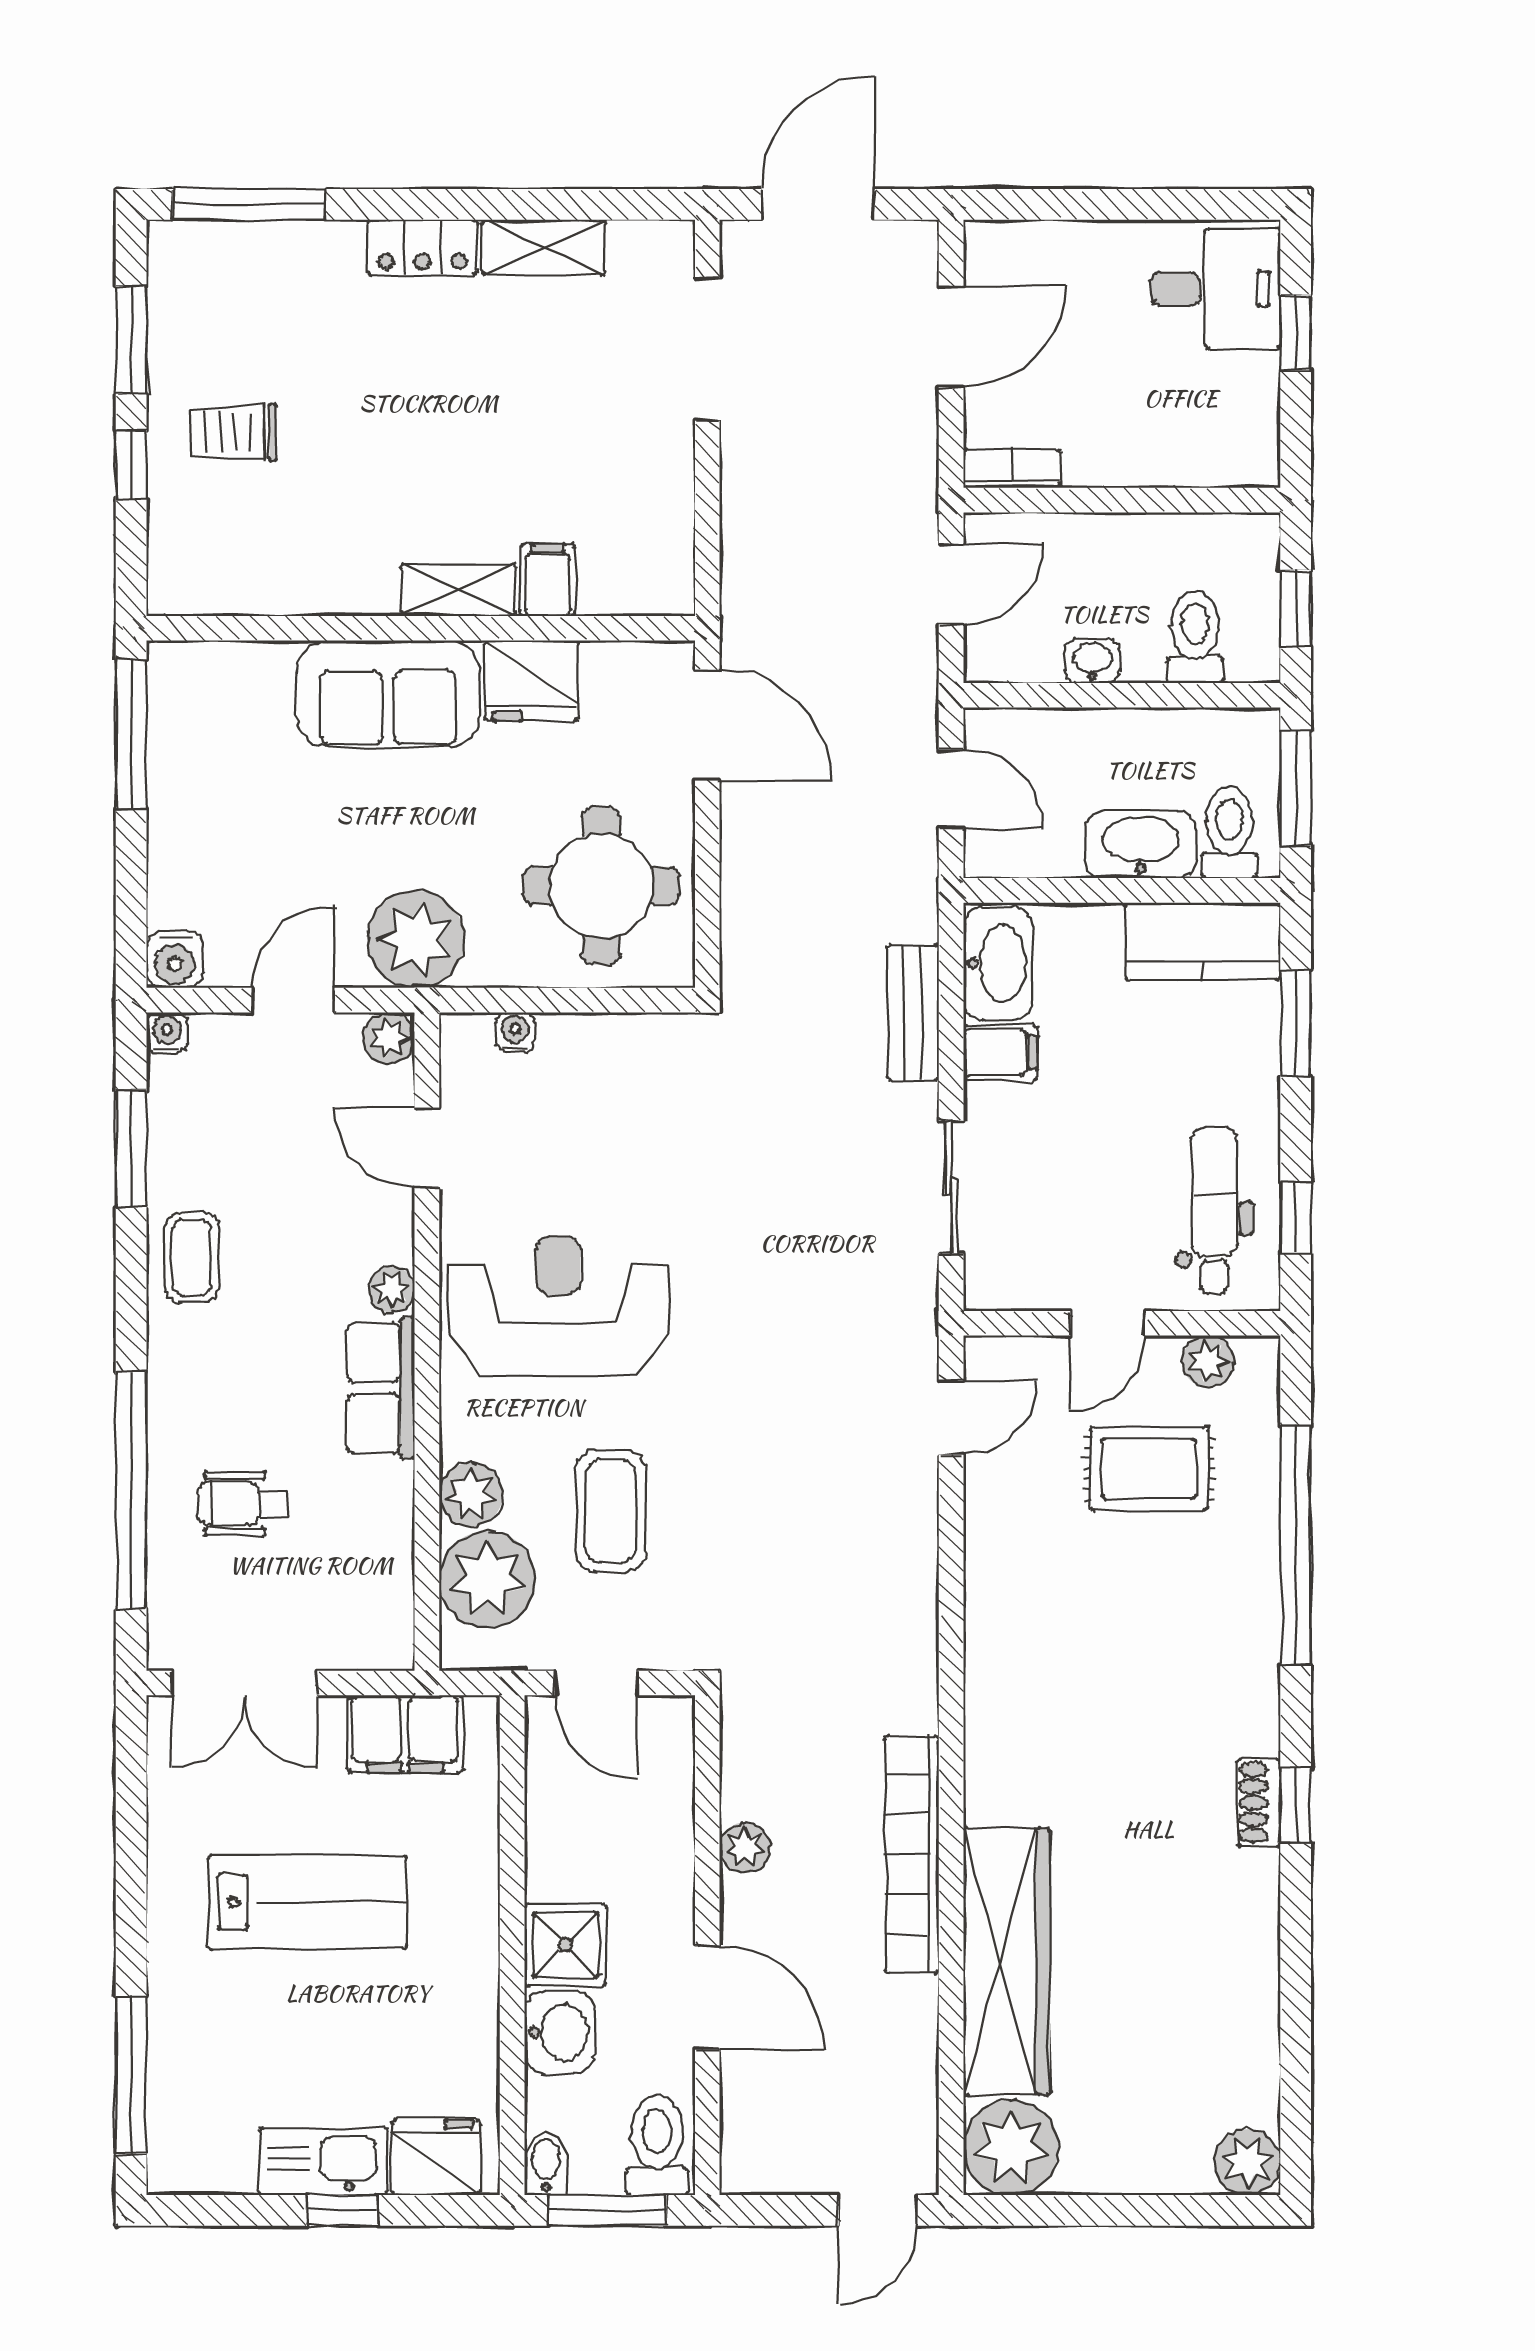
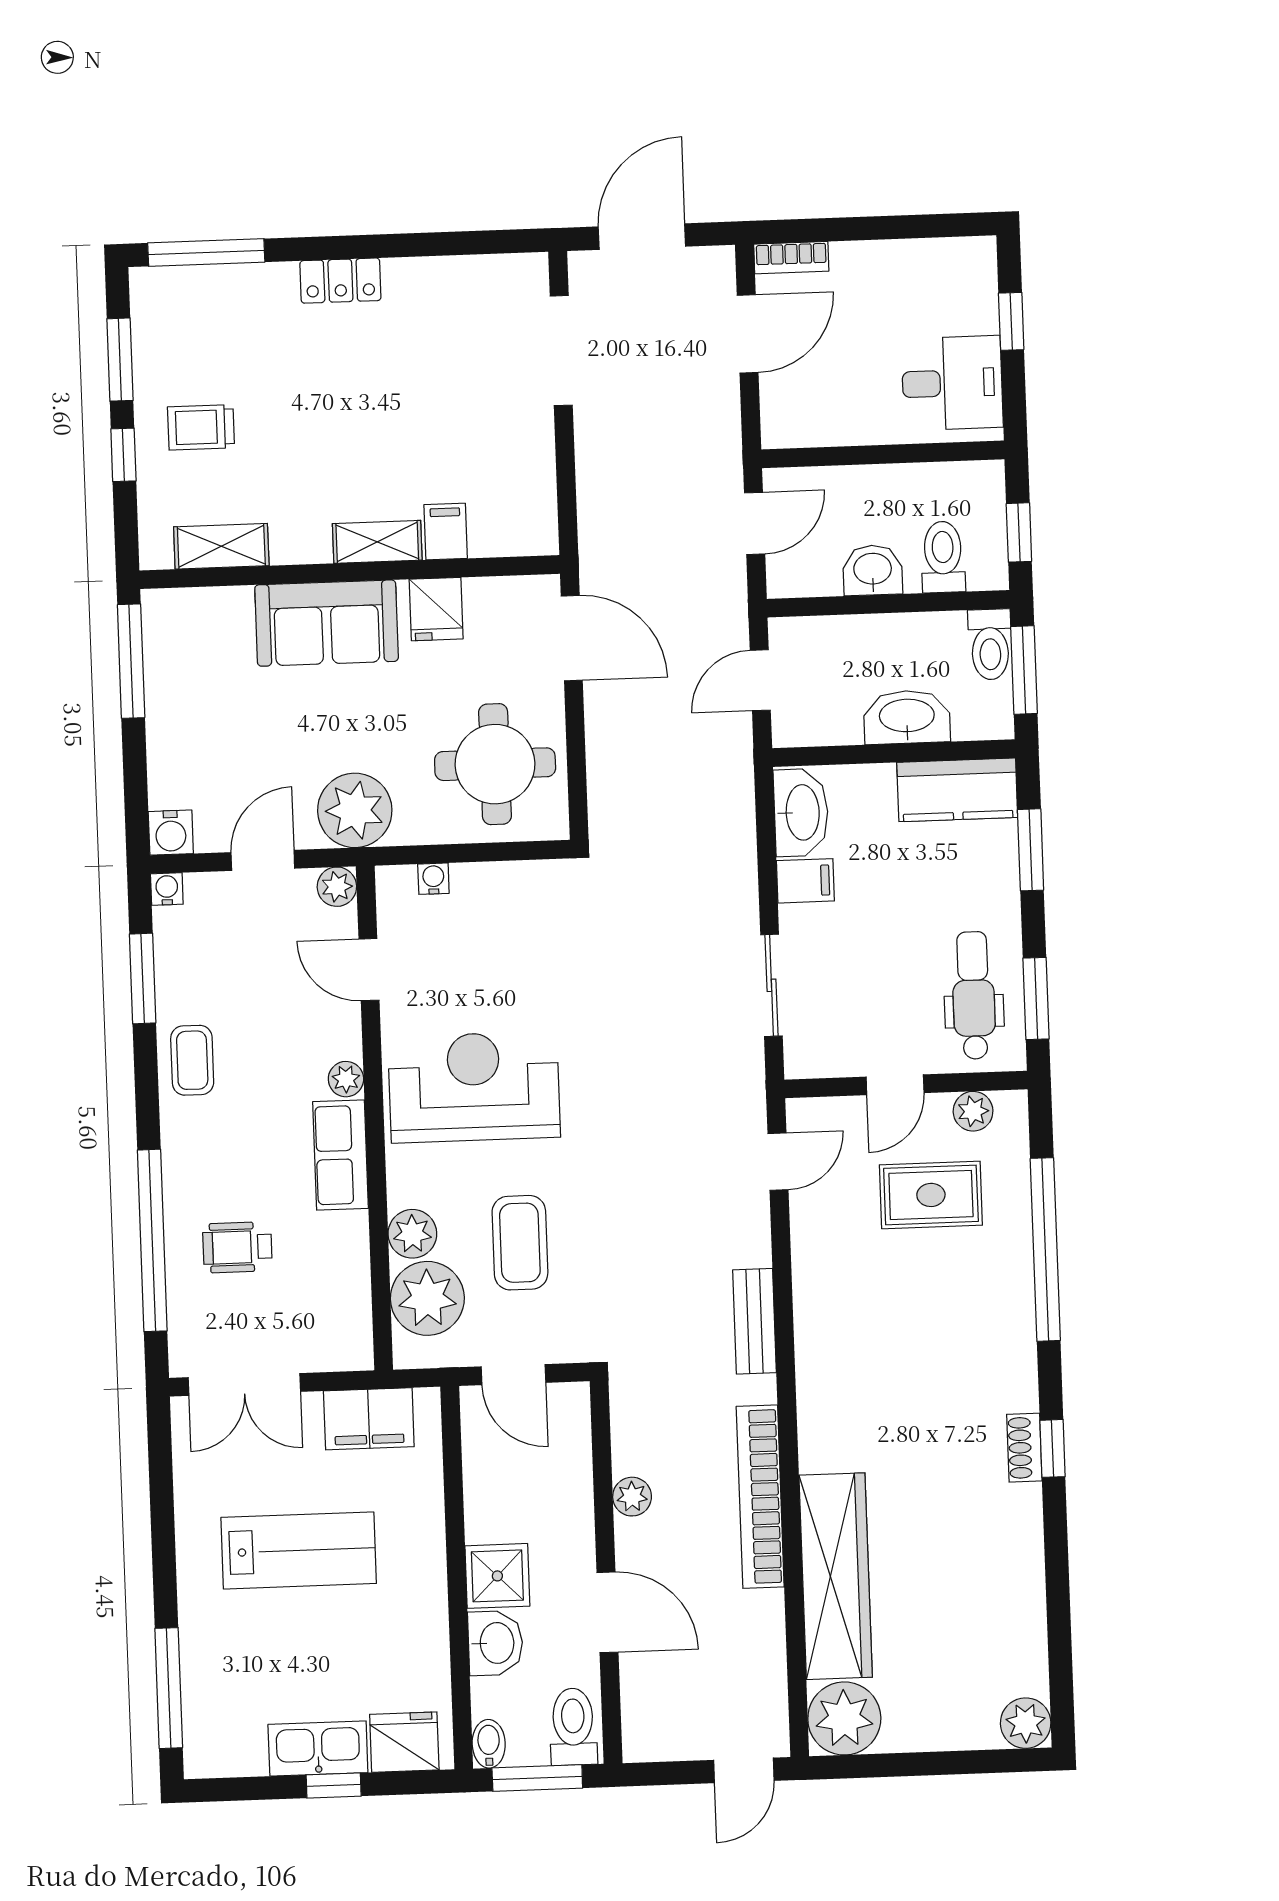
shelving: (544, 247) -> (221, 546), moved
desk: (1216, 289) -> (952, 383), moved
bookcase: (1012, 469) -> (791, 258), moved, turned 180
washbasin: (1092, 661) -> (873, 570), width x1.38, depth x1.45
fridge: (532, 681) -> (436, 609), width x0.72
door: (951, 789) -> (760, 680), swing flipped
toilet: (1229, 832) -> (990, 644), moved, turned 180
bench: (913, 1013) -> (755, 1321), moved
window: (1296, 1217) -> (1036, 999), width x1.50

